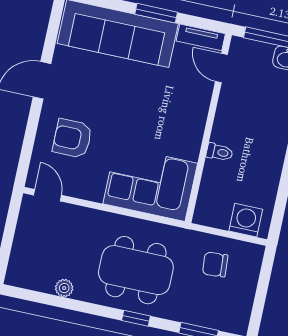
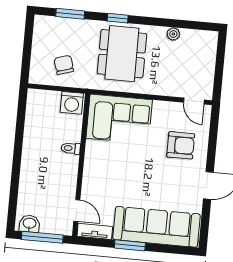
washing machine: (246, 220) -> (72, 103), moved
chair: (215, 265) -> (64, 65), turned -103
dining table: (136, 270) -> (122, 54), turned 90

